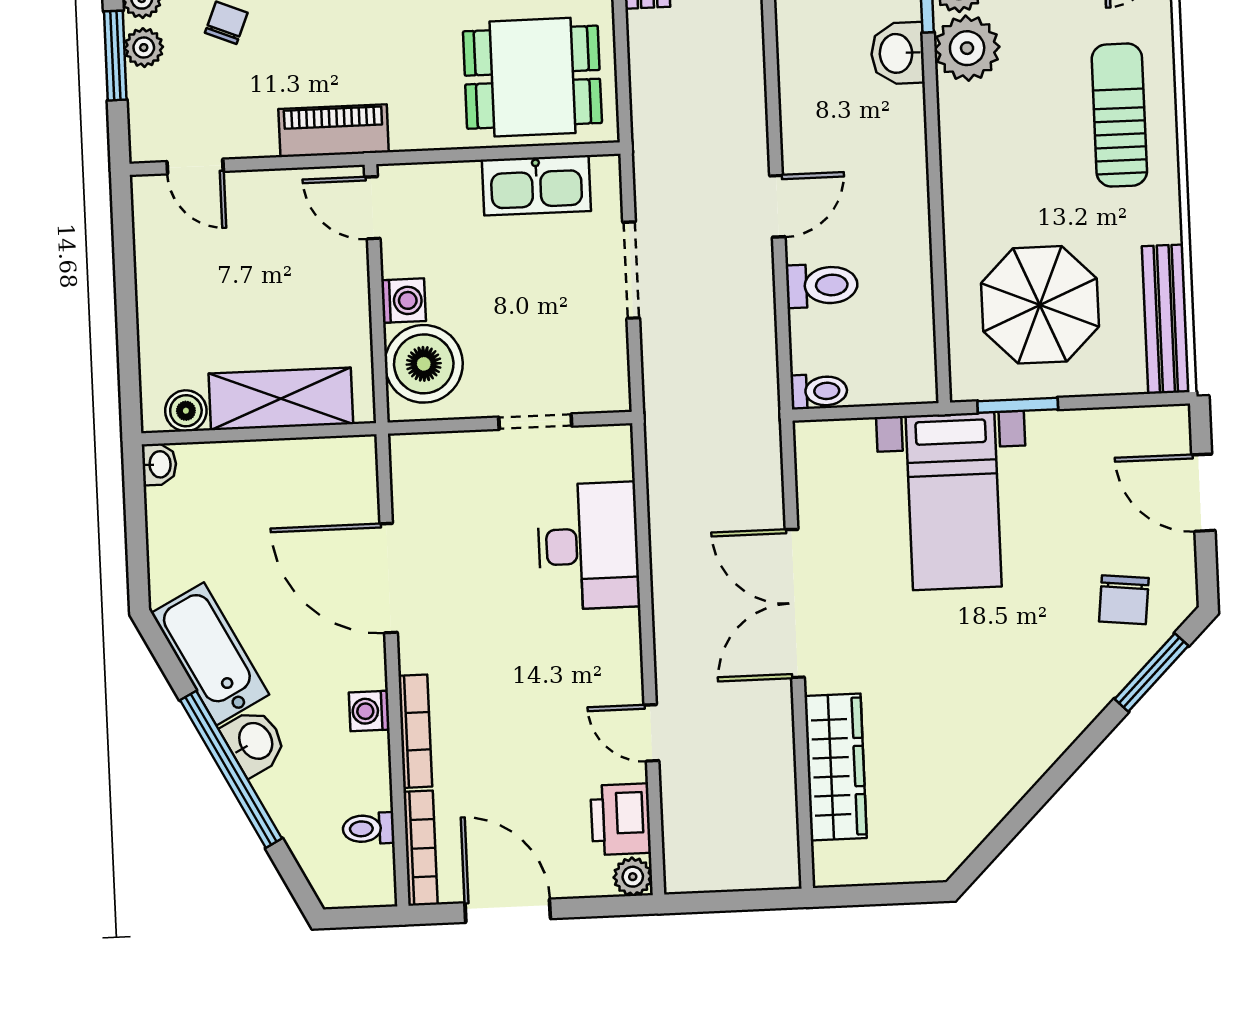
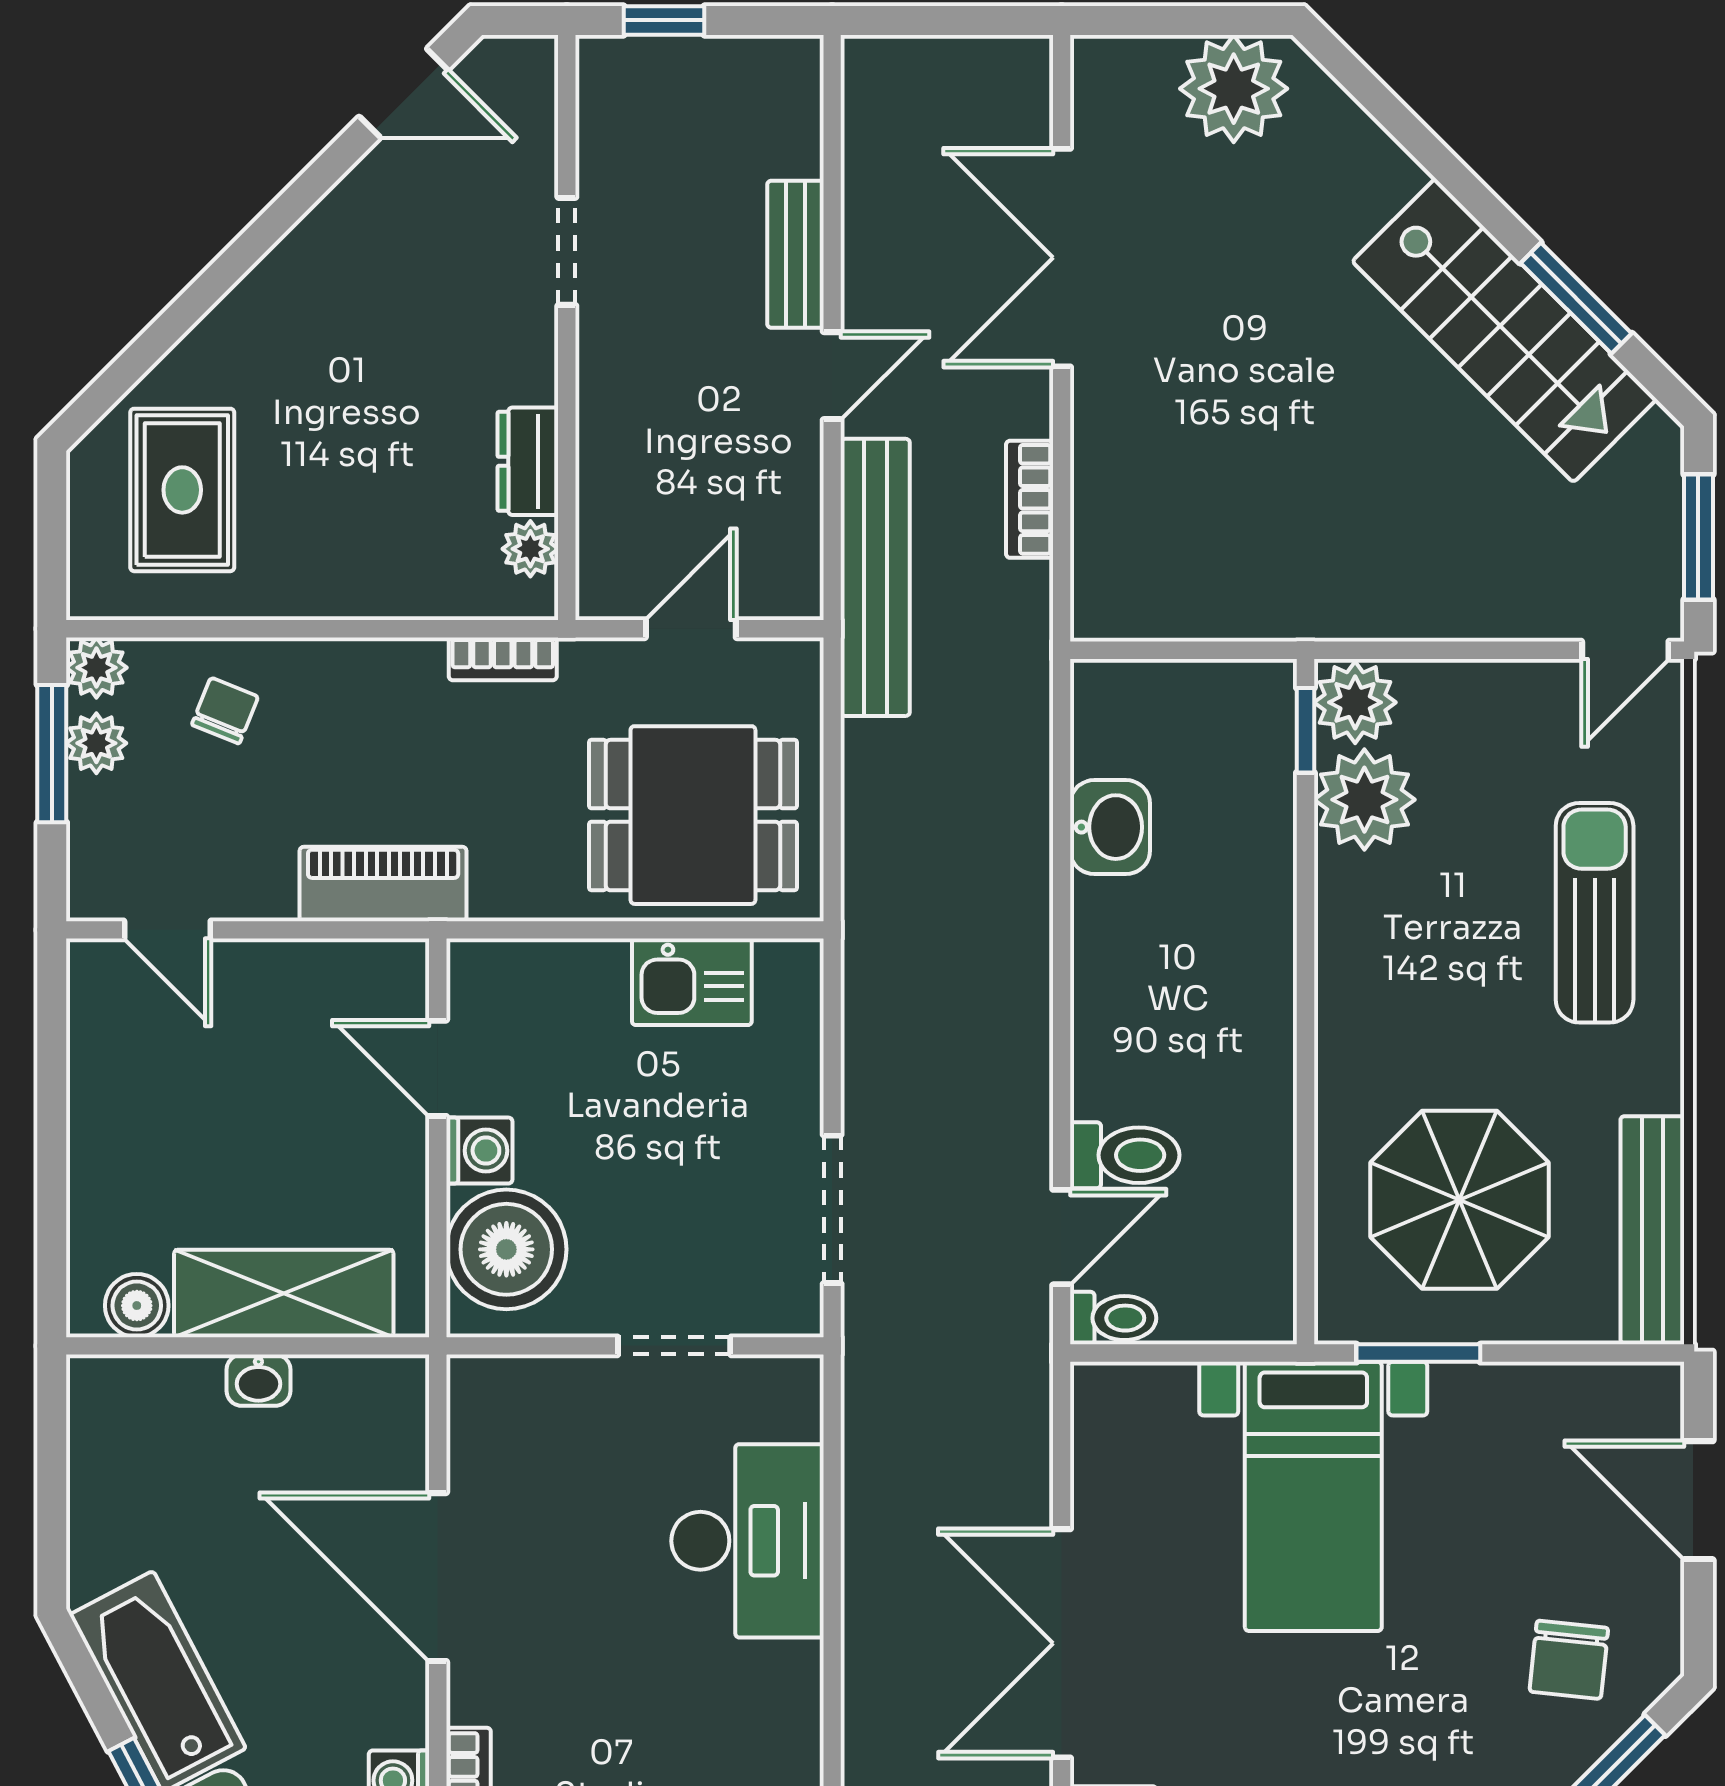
washbasin: (898, 53) -> (1110, 827), moved, turned 180
kitchen sink: (536, 185) -> (692, 982), width x0.73
door: (777, 206) -> (1062, 1237), moved
door: (372, 208) -> (438, 1068), moved
doorway: (631, 270) -> (832, 1209), moved
washbasin: (159, 464) -> (258, 1380), moved, turned 90

